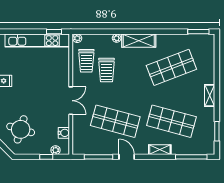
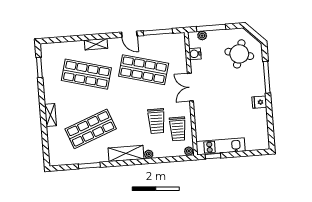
window: (198, 32) -> (89, 166), moved
kitchen unit: (37, 41) -> (221, 146), width x0.73
trolley: (86, 61) -> (178, 129), turned 180
trolley: (107, 70) -> (156, 121), turned 180
shelving: (210, 95) -> (50, 115), moved
window: (46, 157) -> (211, 28), width x2.17
window: (191, 157) -> (63, 39), removed

